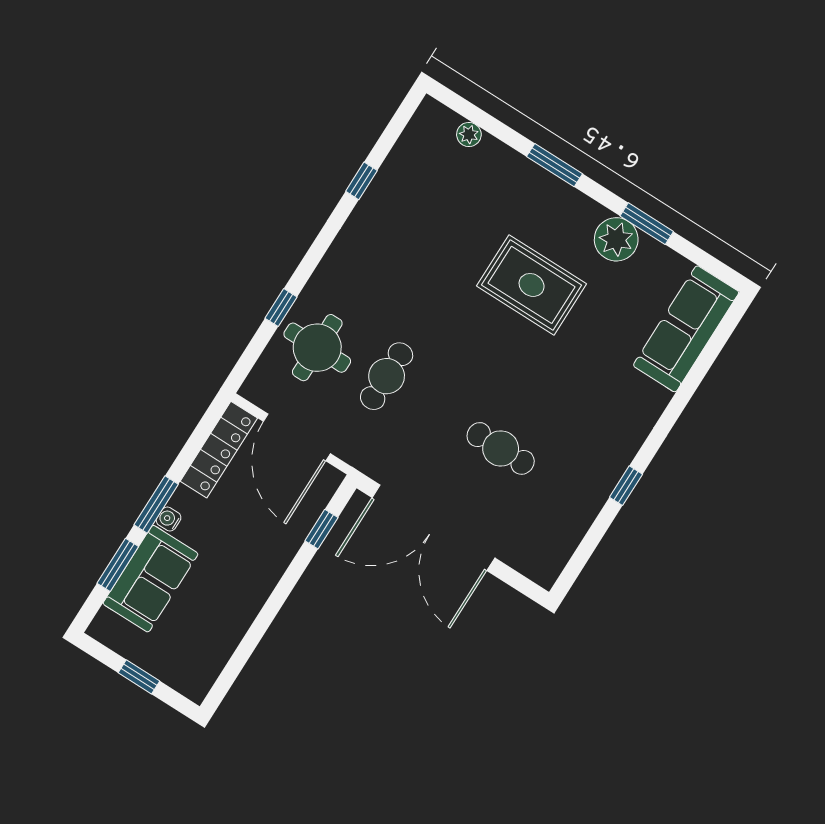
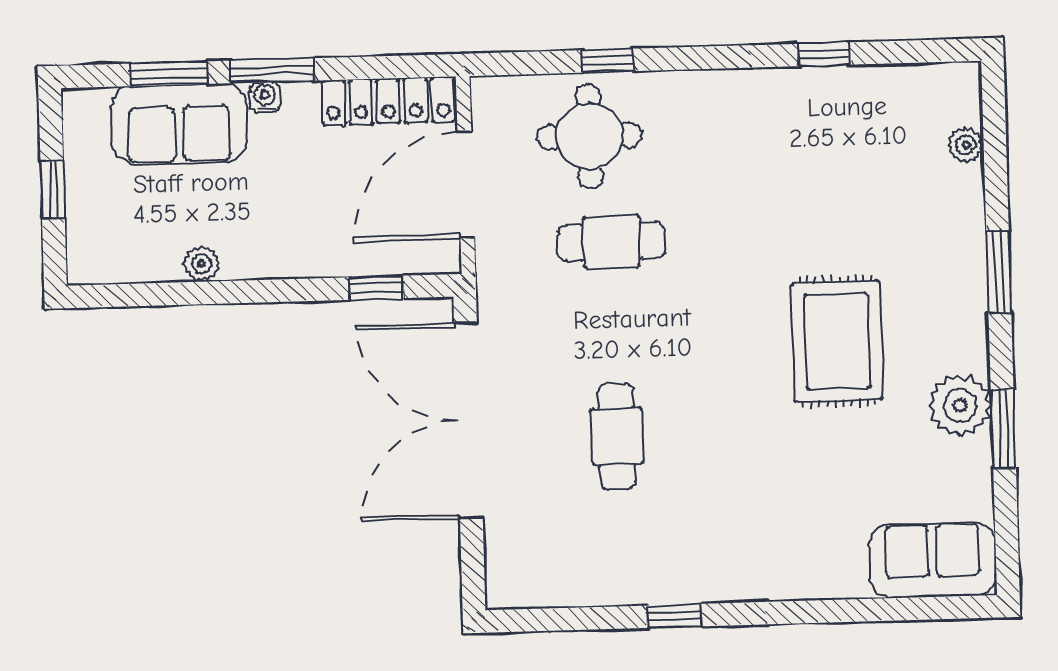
sofa: (686, 329) -> (933, 560), width x0.73
plant: (240, 620) -> (201, 264), added

